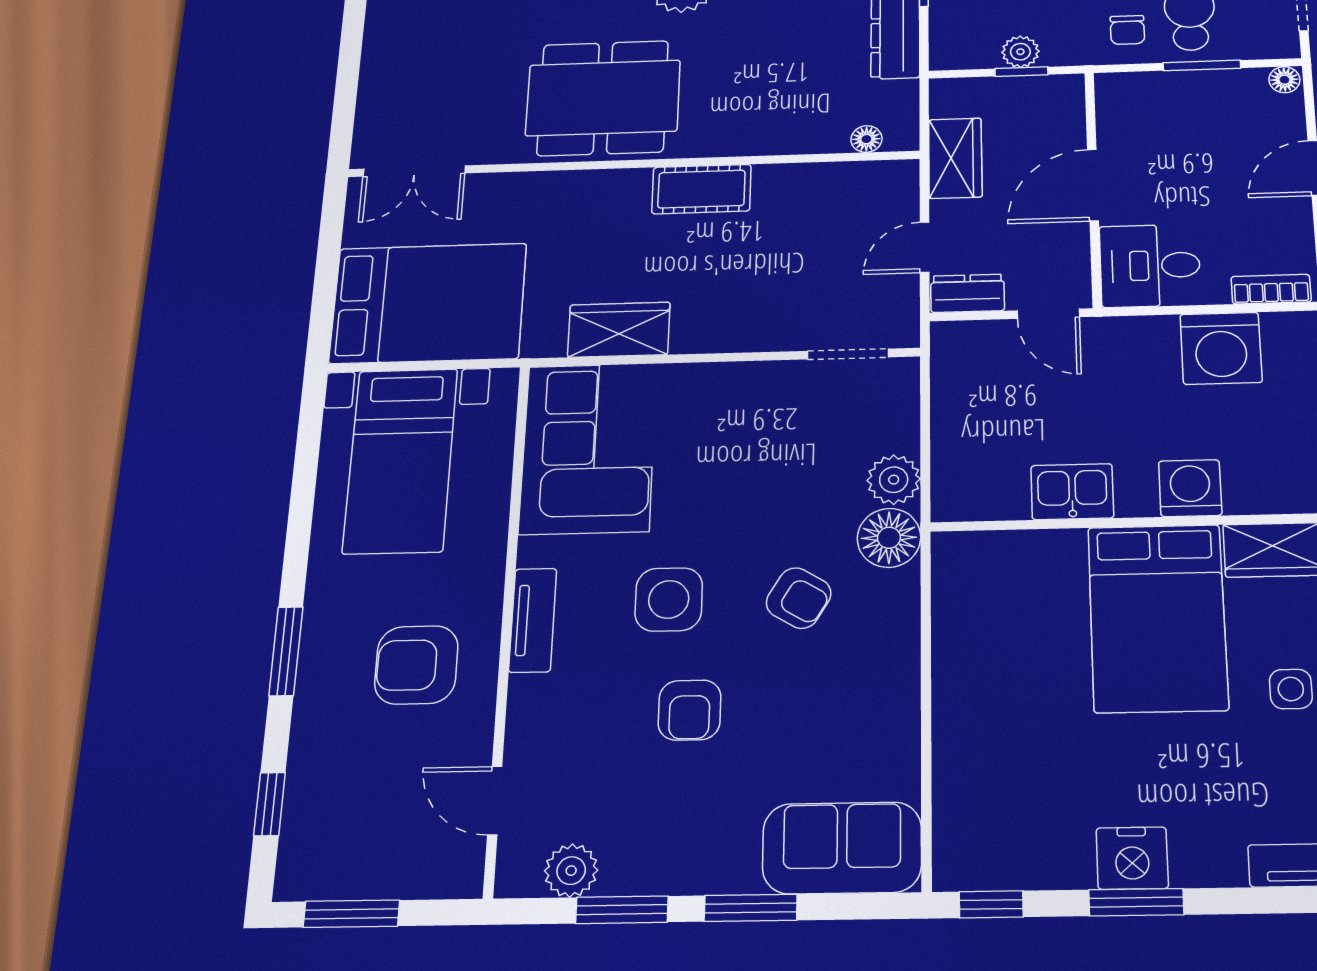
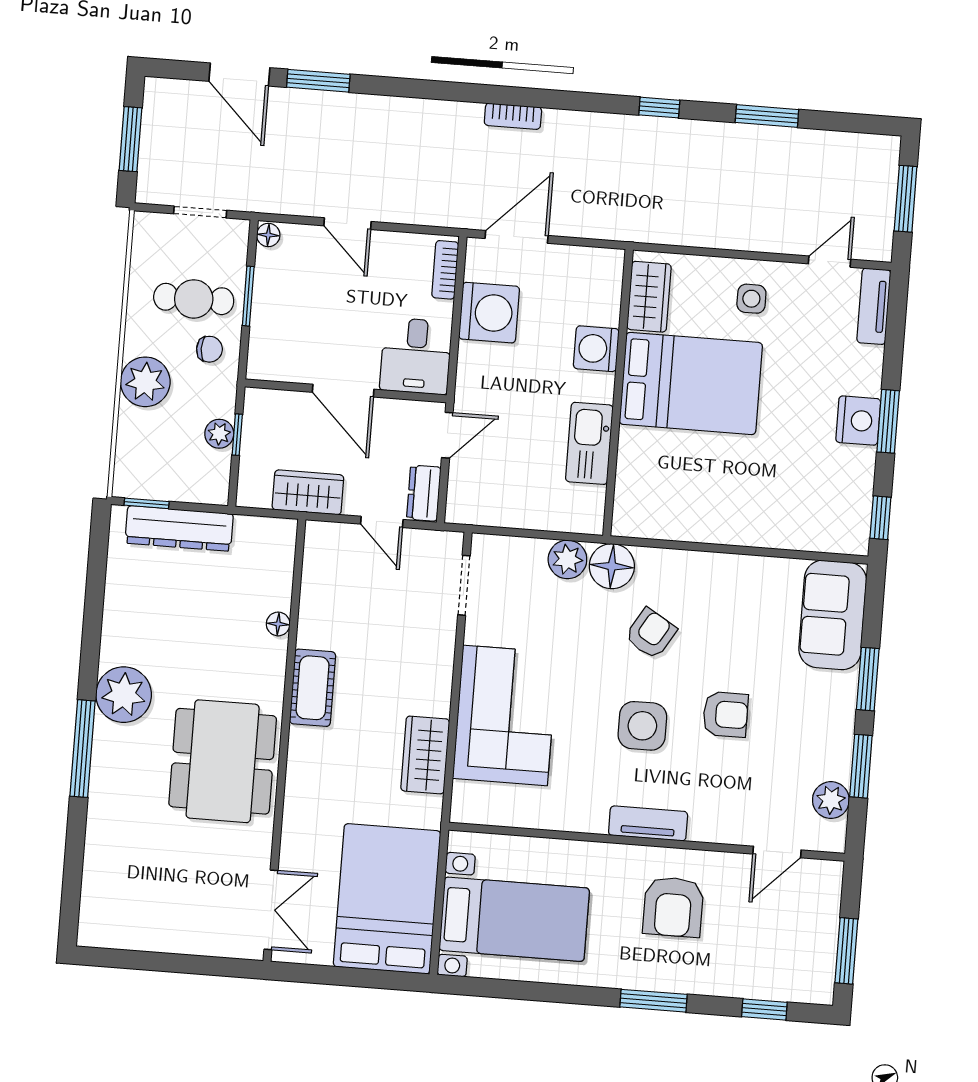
floor lamp: (866, 139) -> (278, 624), moved
corner sofa: (588, 448) -> (505, 715), moved, turned 90
kitchen sink: (1072, 492) -> (589, 443), width x1.38

